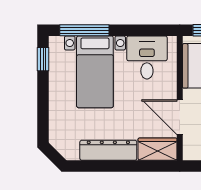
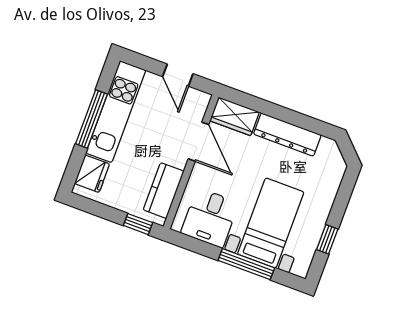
window: (84, 30) -> (246, 264), moved
window: (43, 59) -> (327, 239), moved

